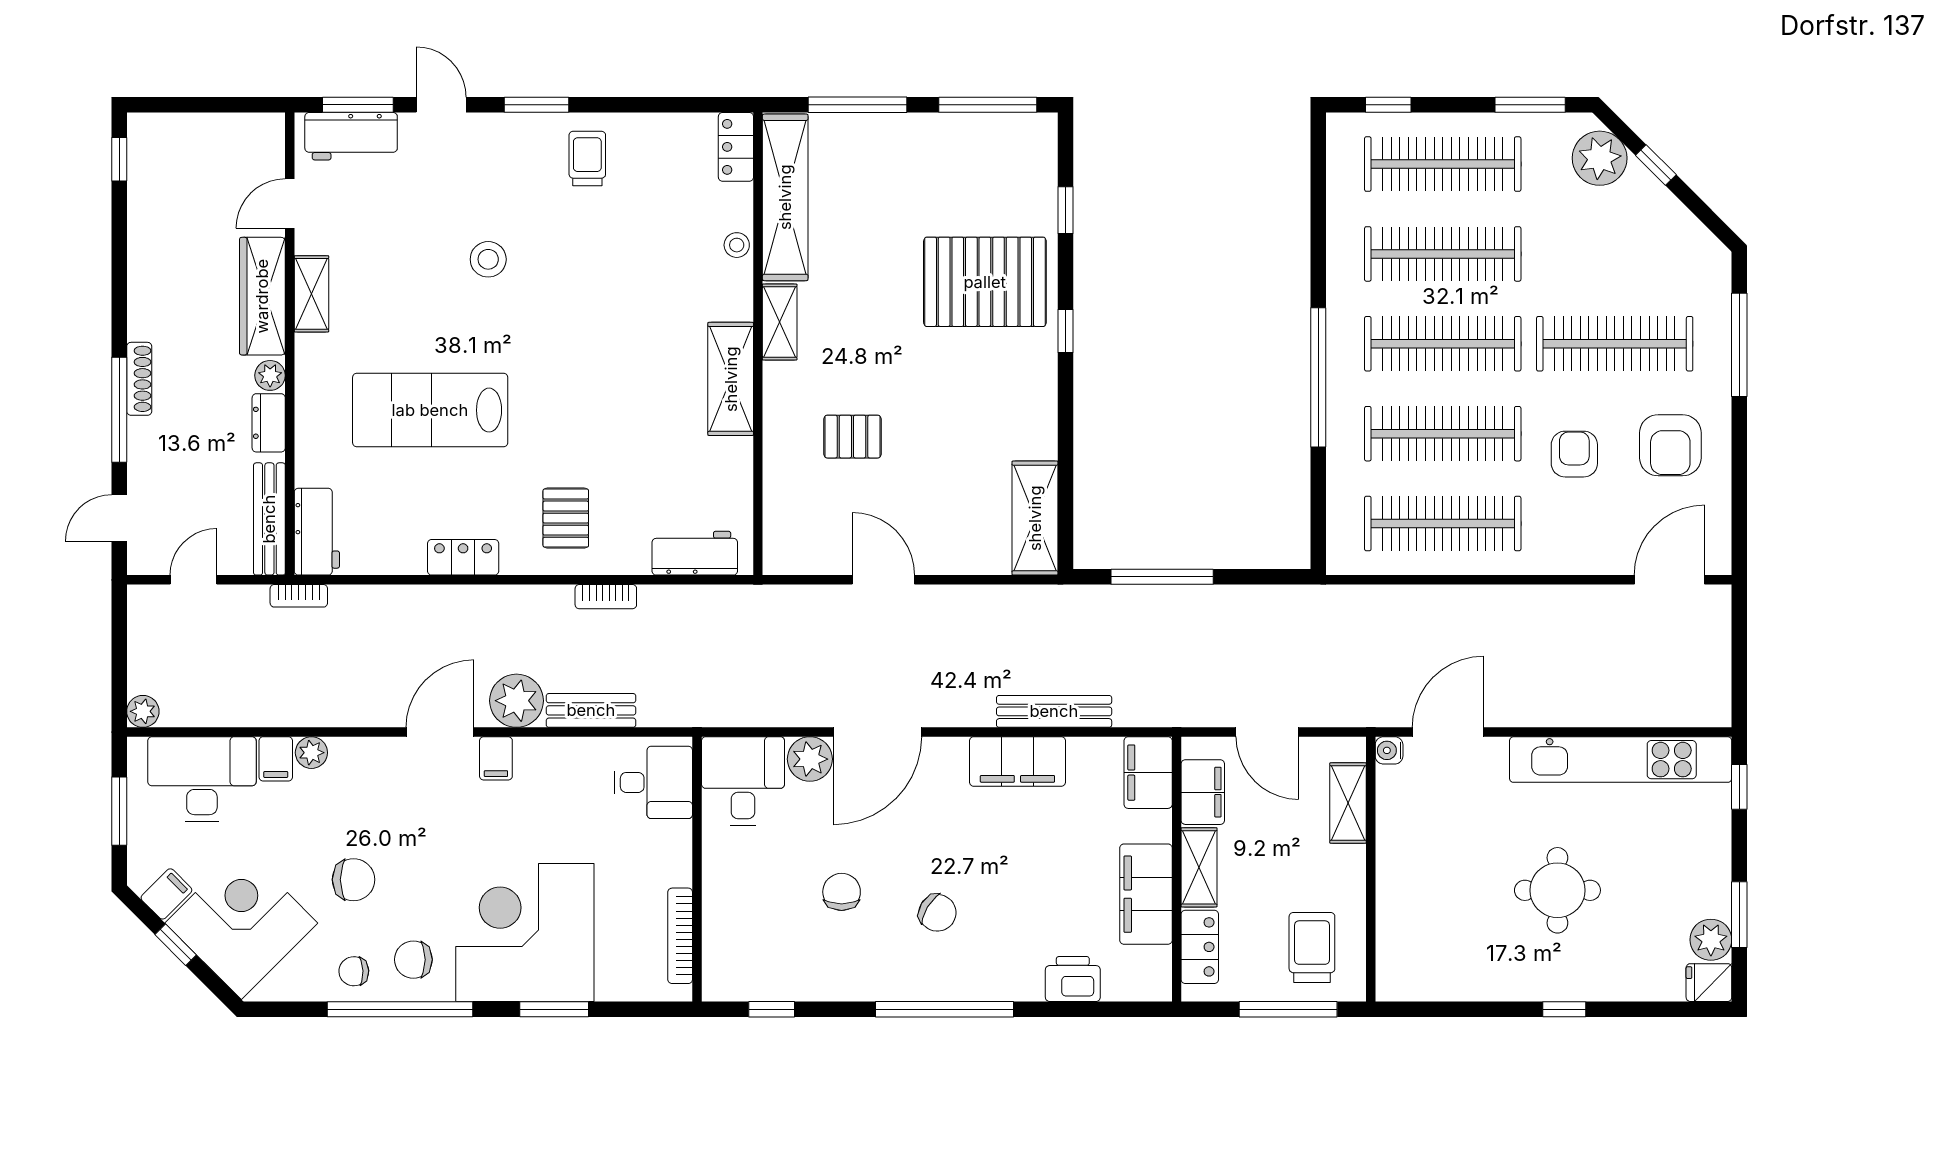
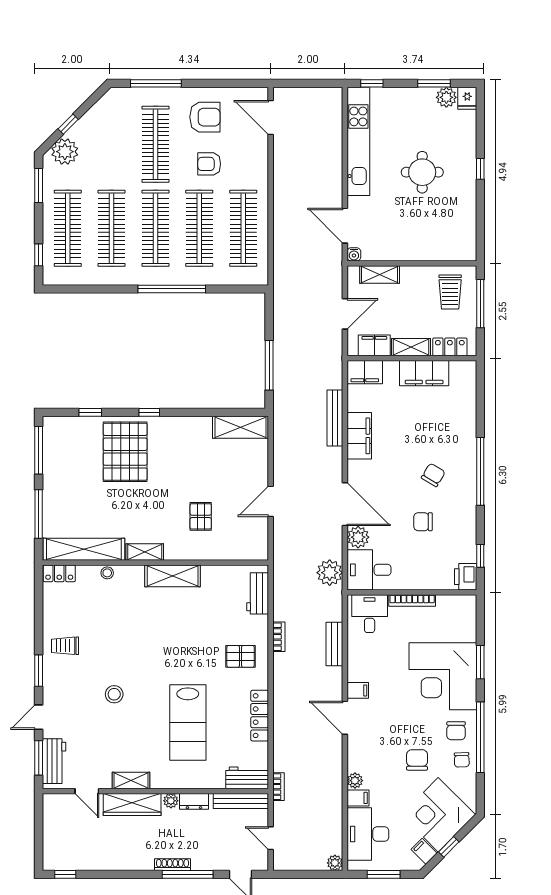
locker: (463, 557) -> (260, 716), width x1.53
plant: (516, 701) -> (330, 573), moved
bookcase: (680, 936) -> (412, 600), moved
trolley: (1312, 947) -> (450, 292), turned -90
printer: (1073, 979) -> (466, 577), moved

